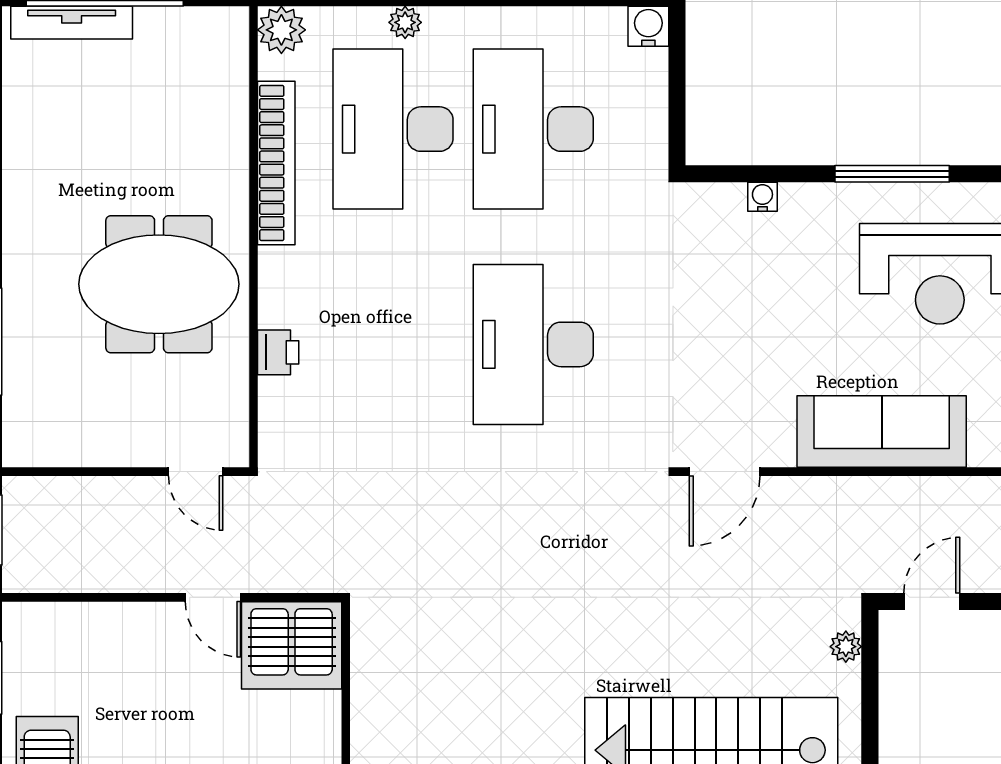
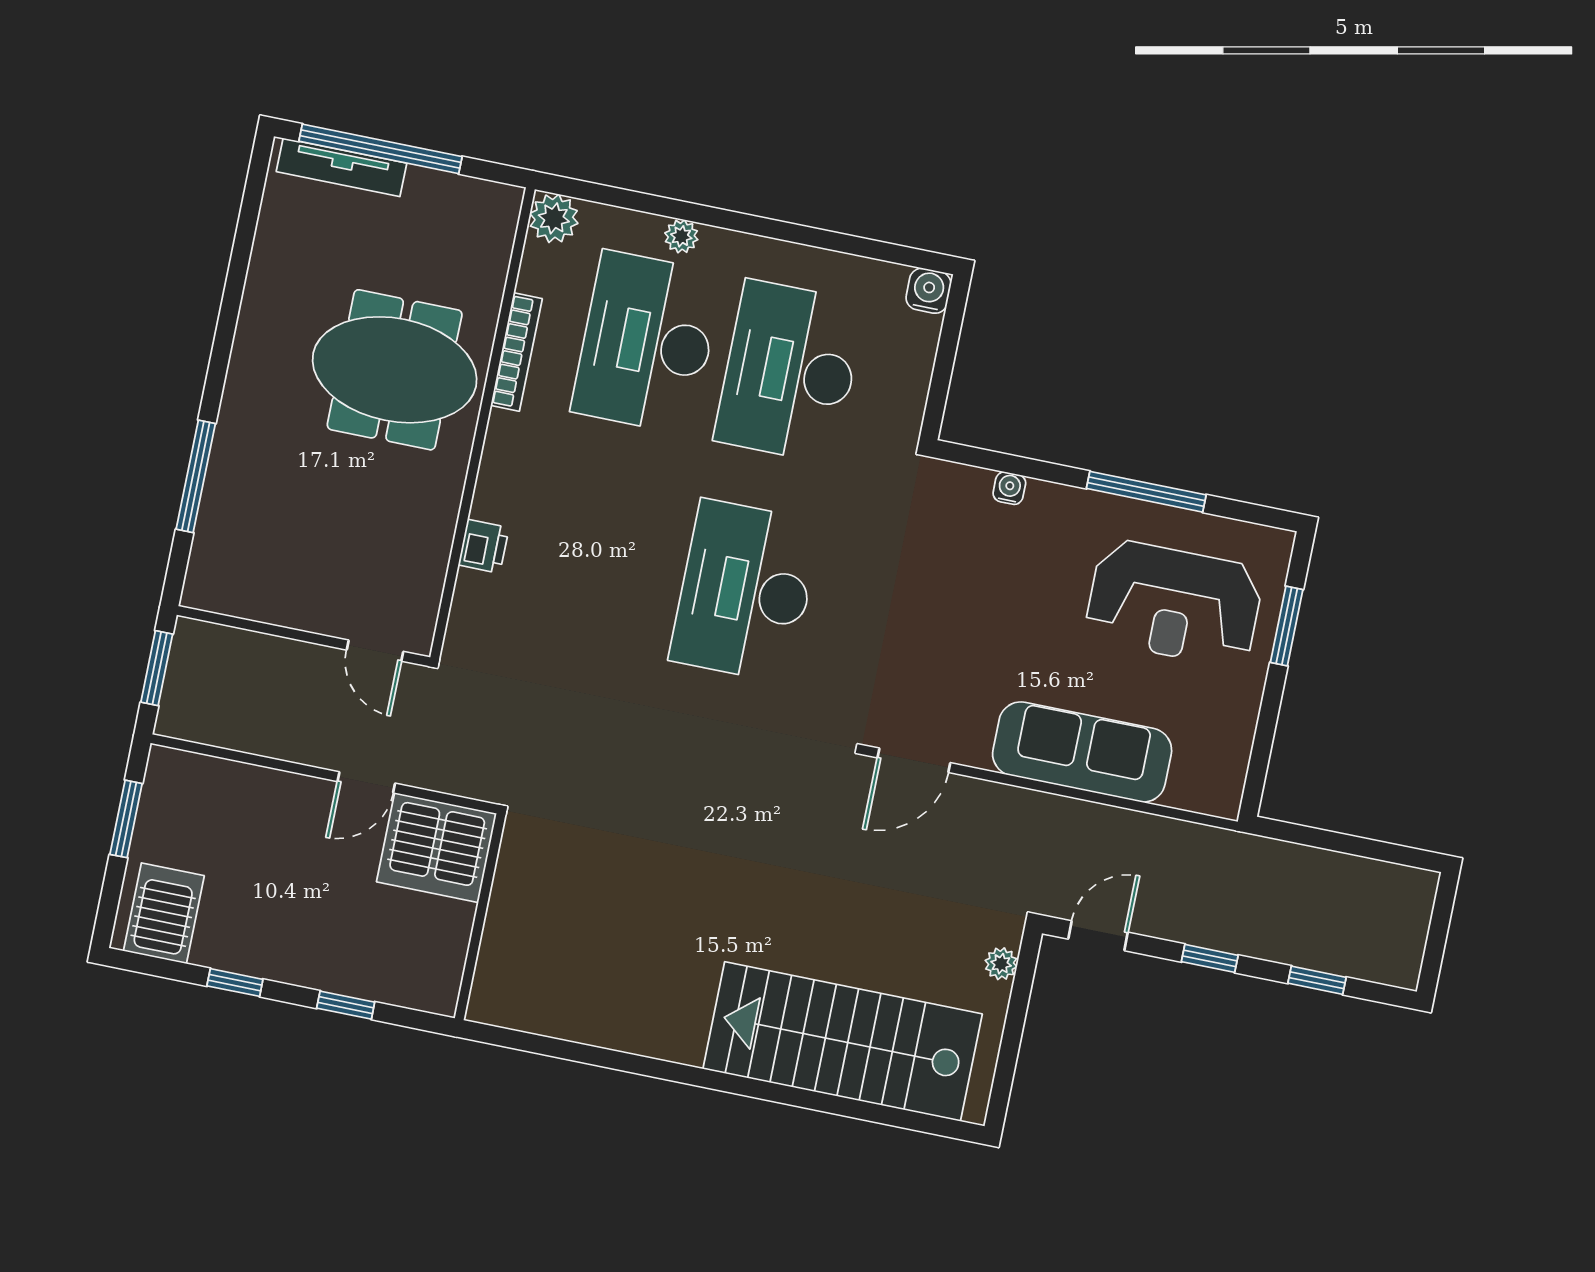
bookcase: (276, 163) -> (516, 352), width x0.68, depth x0.76
meeting table: (159, 284) -> (395, 370), moved
door: (213, 597) -> (366, 782), hinge flipped

